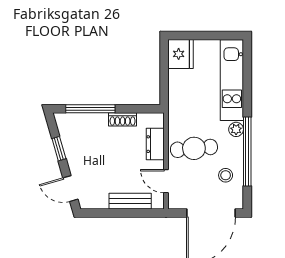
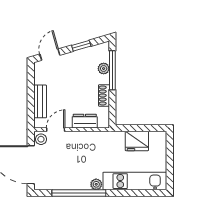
fridge: (181, 54) -> (137, 141), moved
plant: (88, 120) -> (104, 69), added
cafe table: (194, 148) -> (81, 151), removed
stool: (226, 175) -> (41, 139), moved

